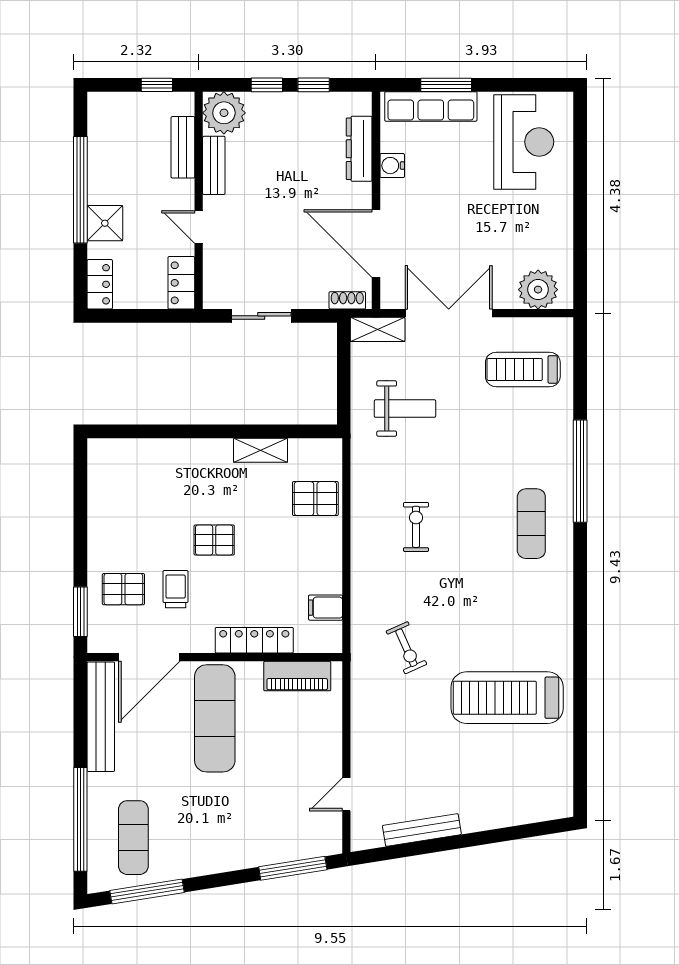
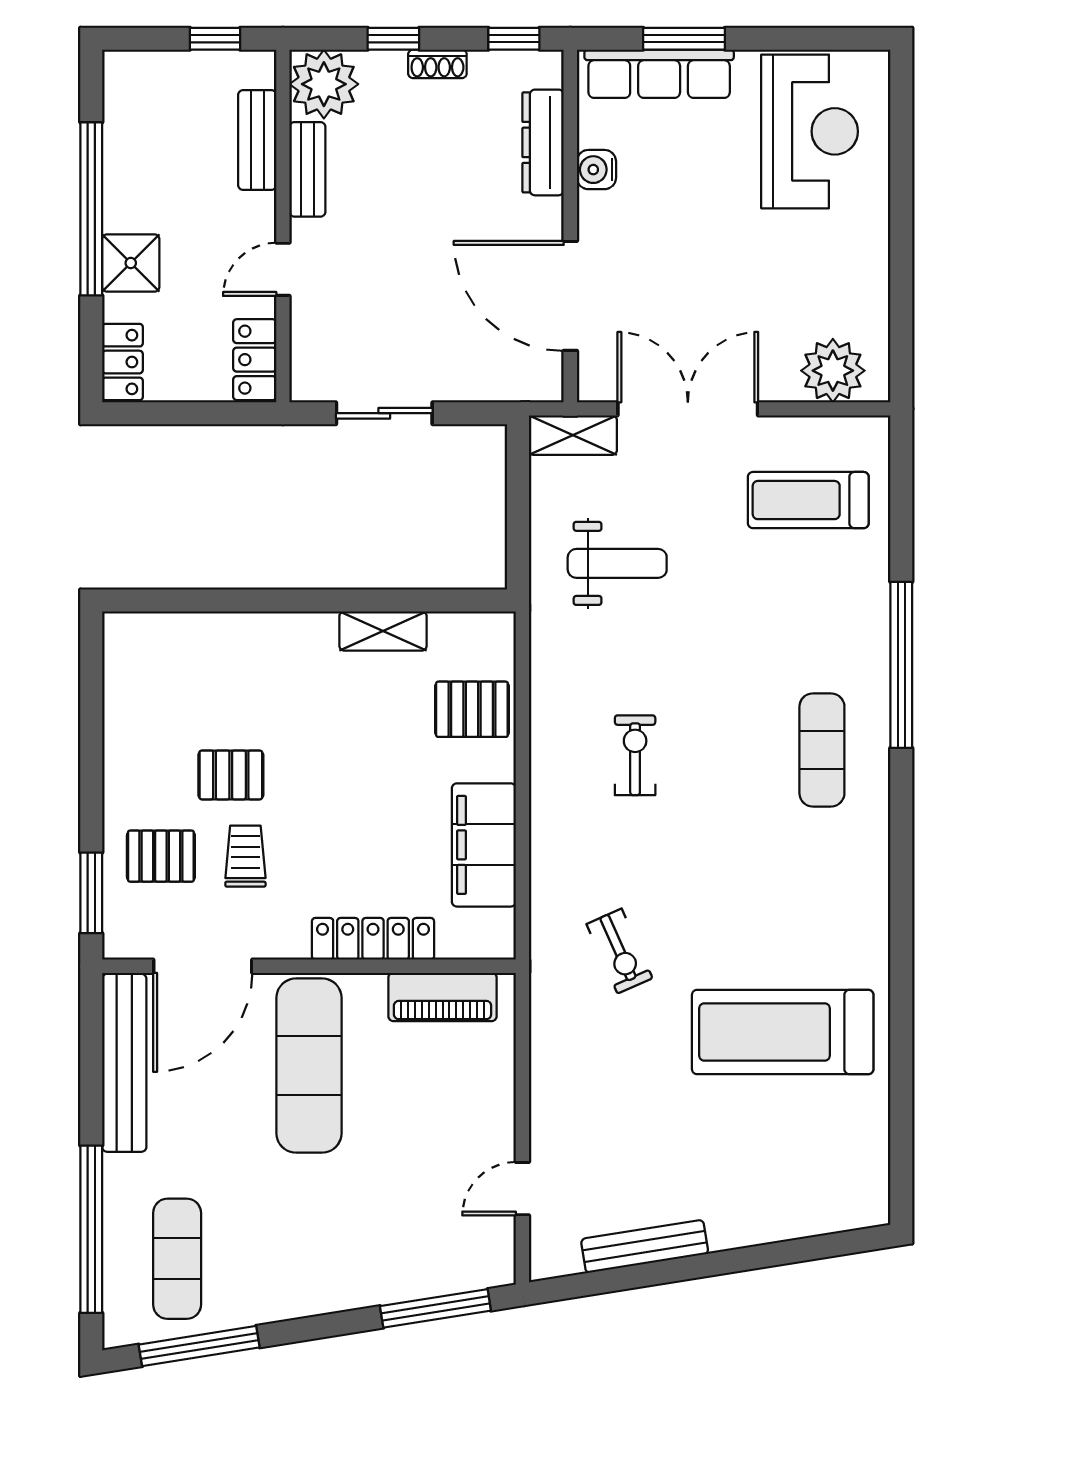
window: (314, 85) -> (514, 39), moved
door: (199, 227) -> (283, 269), hinge flipped
shoe rack: (347, 300) -> (437, 64), moved, turned 180
pallet: (214, 540) -> (231, 775), moved
filing cabinet: (326, 608) -> (484, 845), width x3.00, depth x1.17

